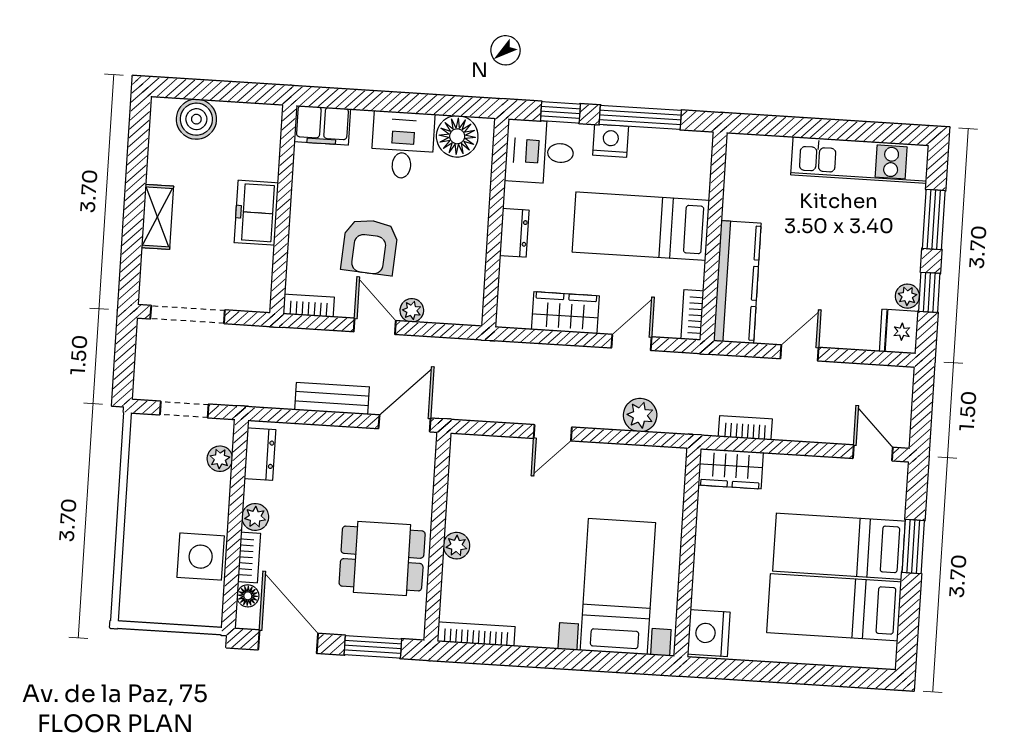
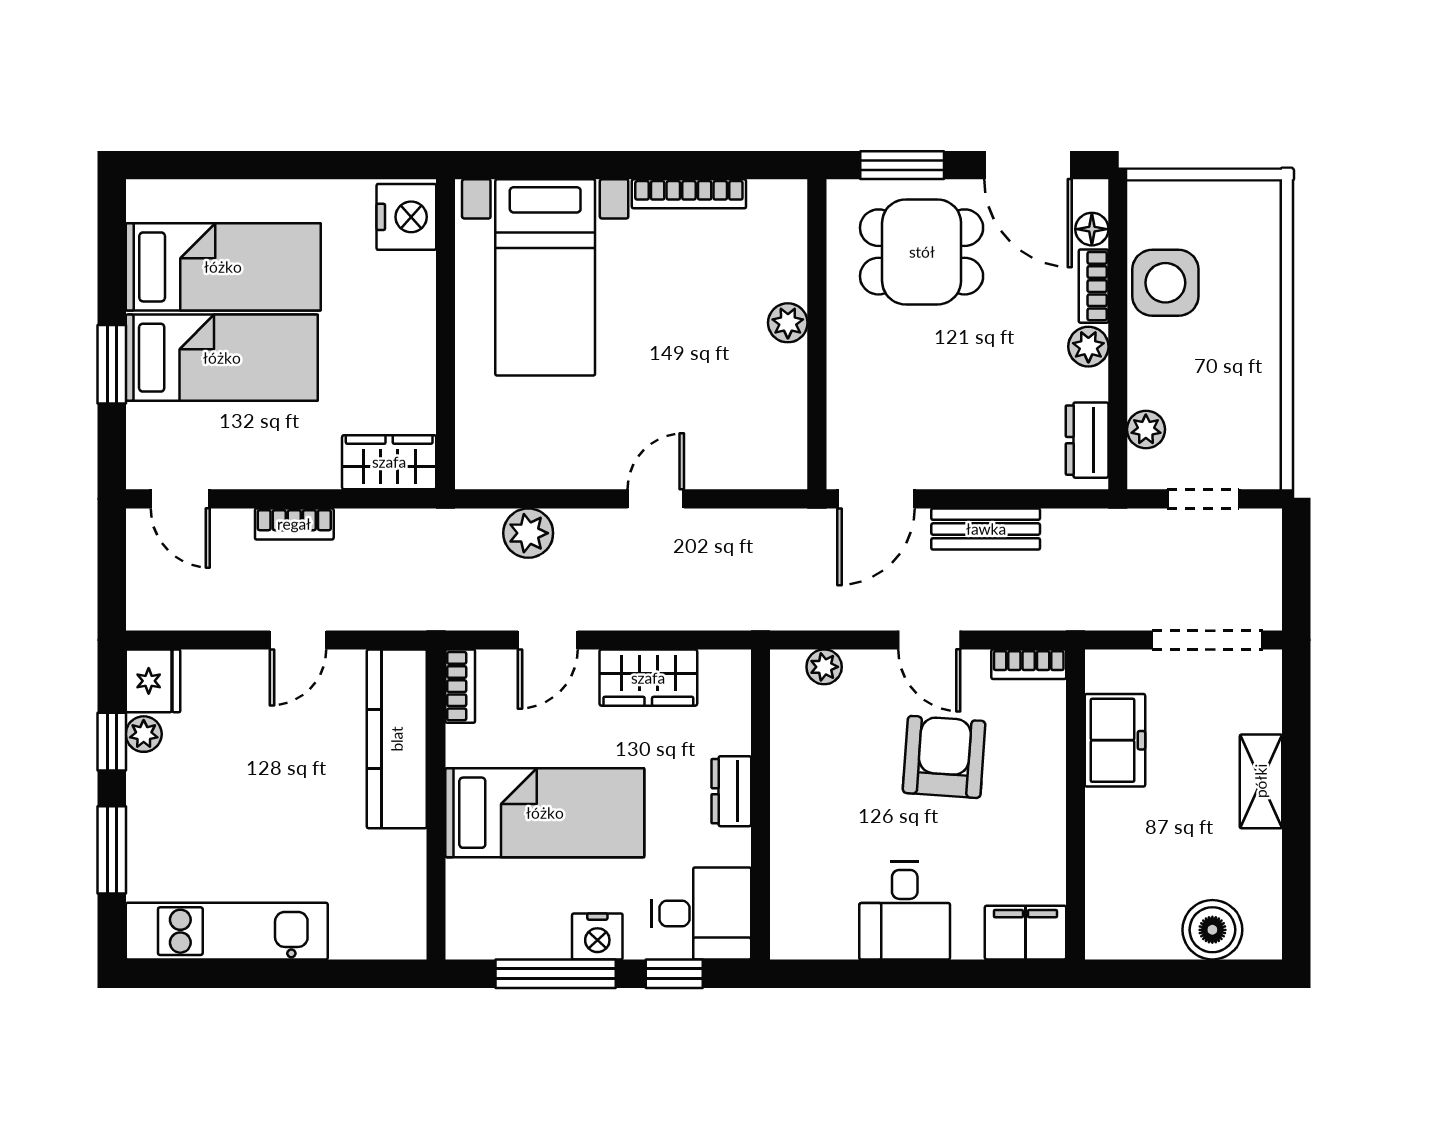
floor lamp: (457, 136) -> (825, 929), removed
freezer: (256, 213) -> (1115, 740), moved
plant: (412, 310) -> (824, 667), moved
bookcase: (745, 428) -> (294, 524), moved
dining table: (382, 558) -> (922, 252), moved
bookcase: (476, 634) -> (689, 194), moved

